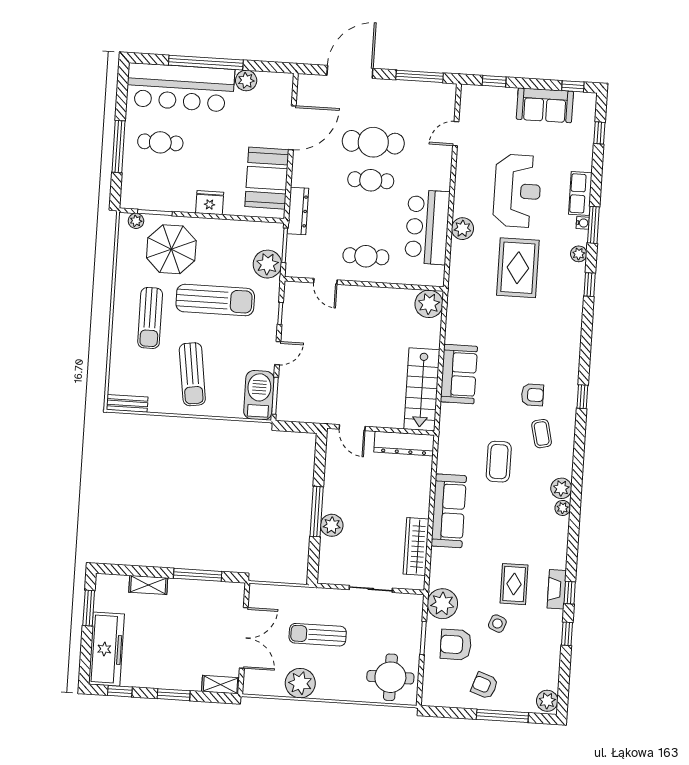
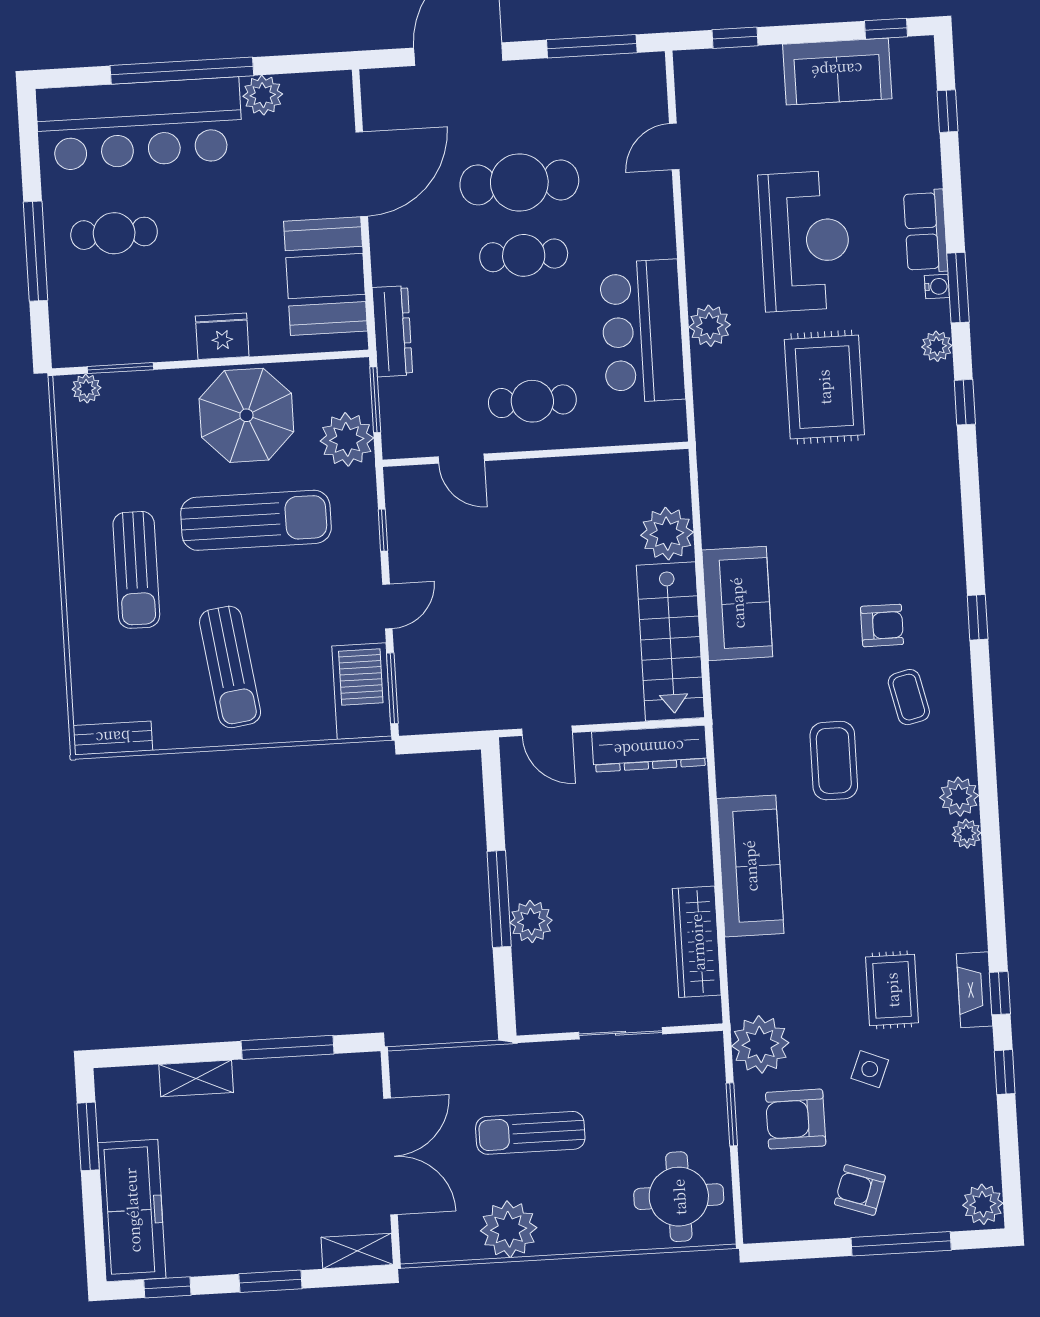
parasol: (171, 249) -> (246, 415), moved
plant: (429, 304) -> (667, 534), moved

